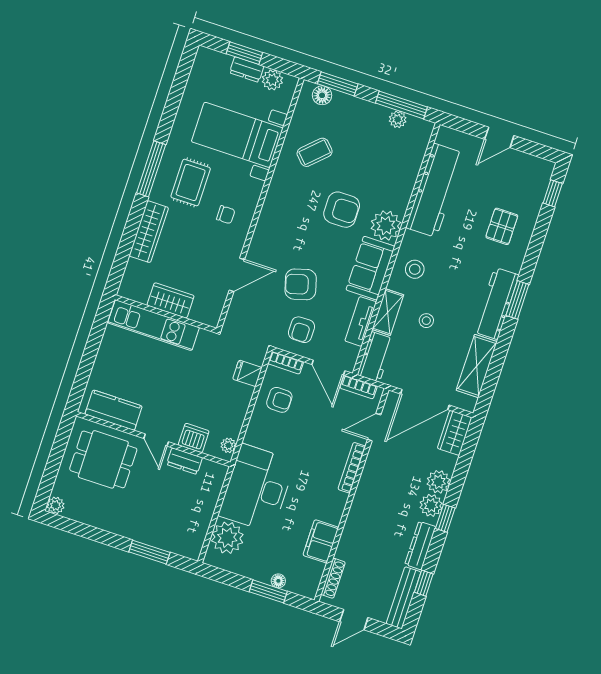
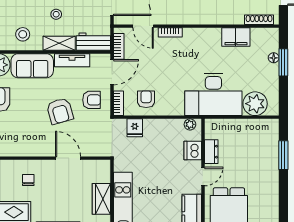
bookcase: (352, 468) -> (170, 32), width x0.64

